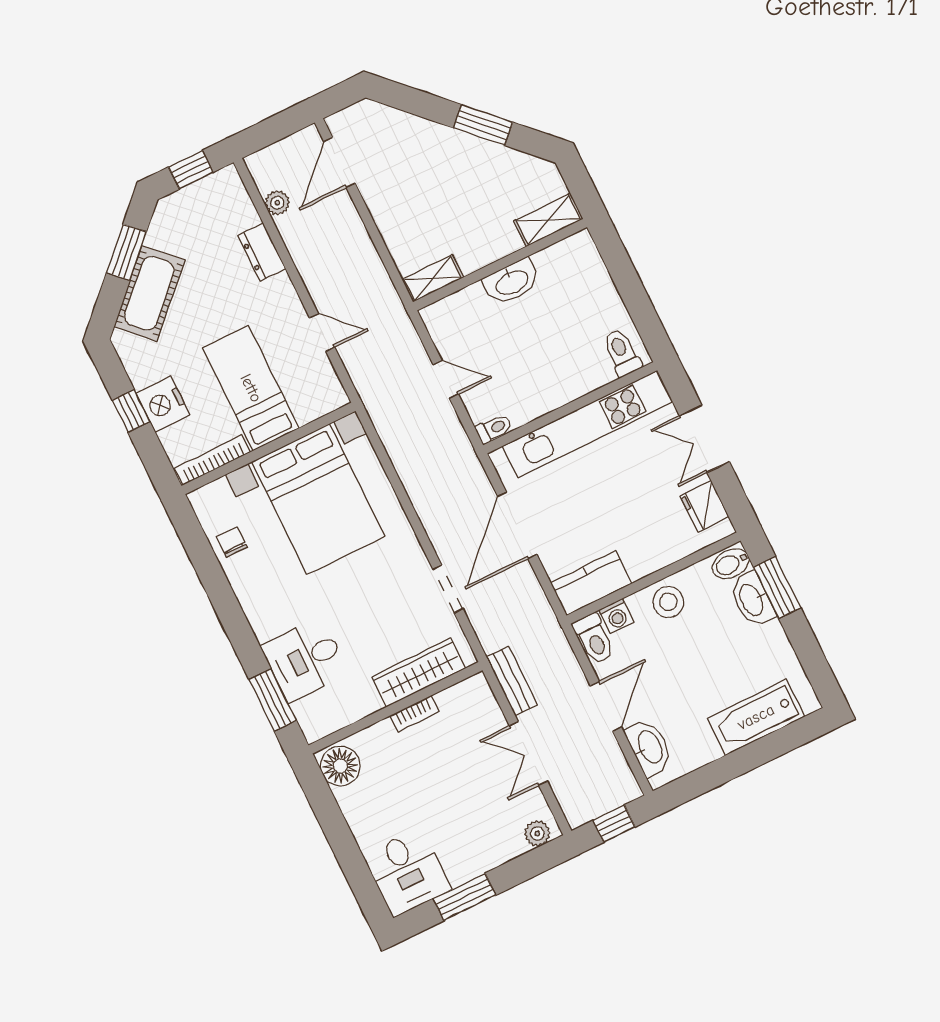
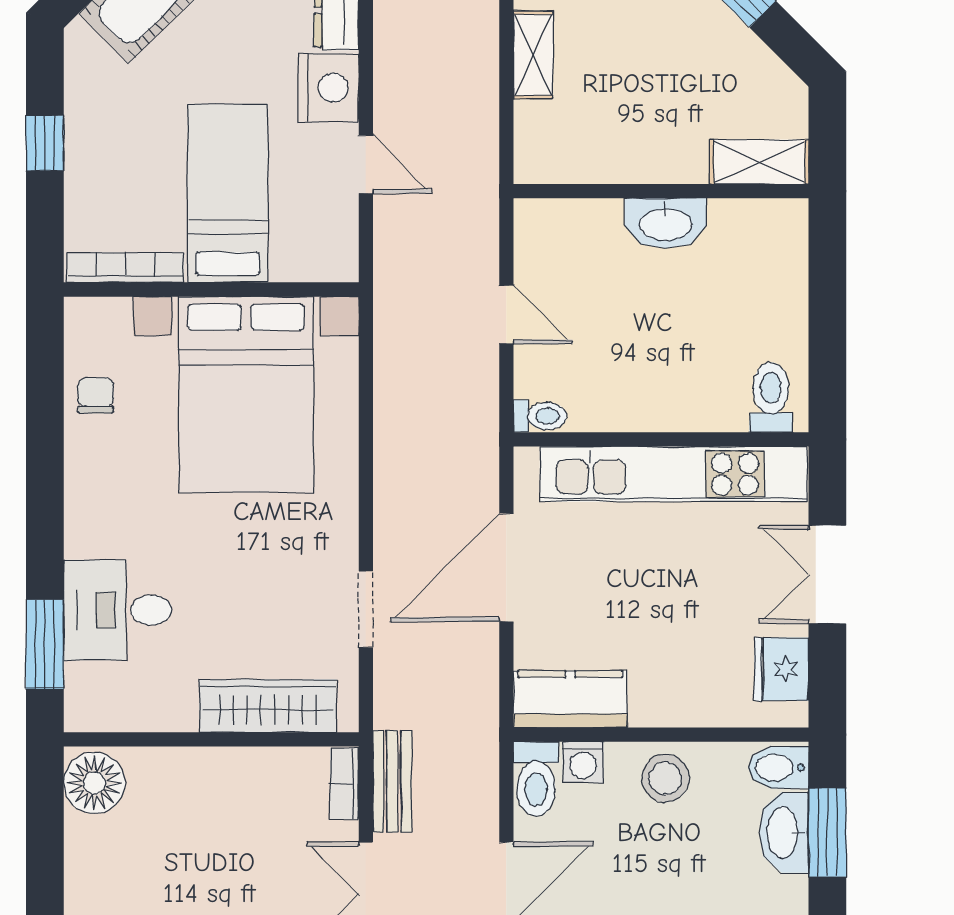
shelving: (433, 278) -> (533, 55), moved, turned 90
nightstand: (163, 404) -> (328, 88), moved, turned 180
bookcase: (415, 714) -> (344, 784), moved, turned 90

